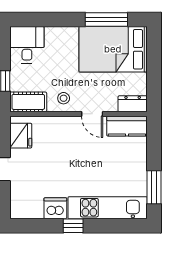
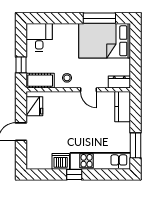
kitchen counter: (127, 126) -> (123, 107), moved, turned 90

